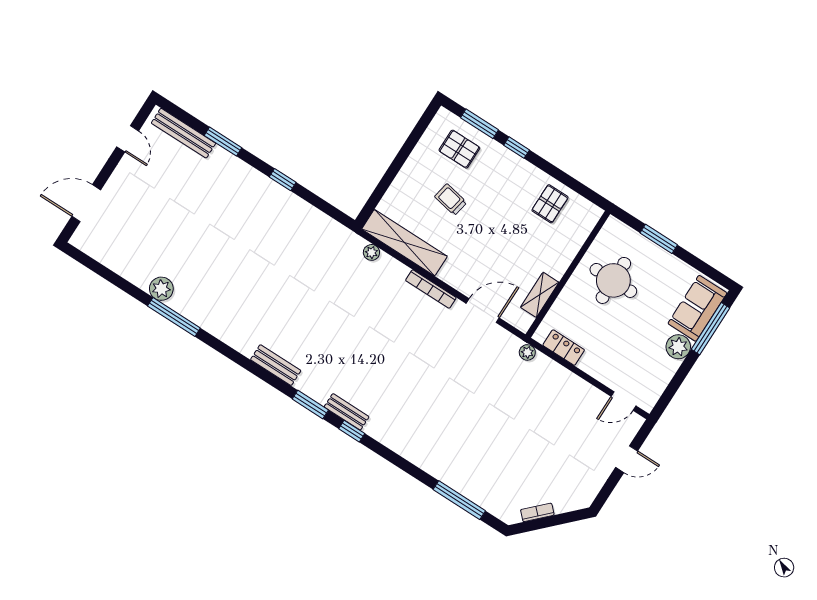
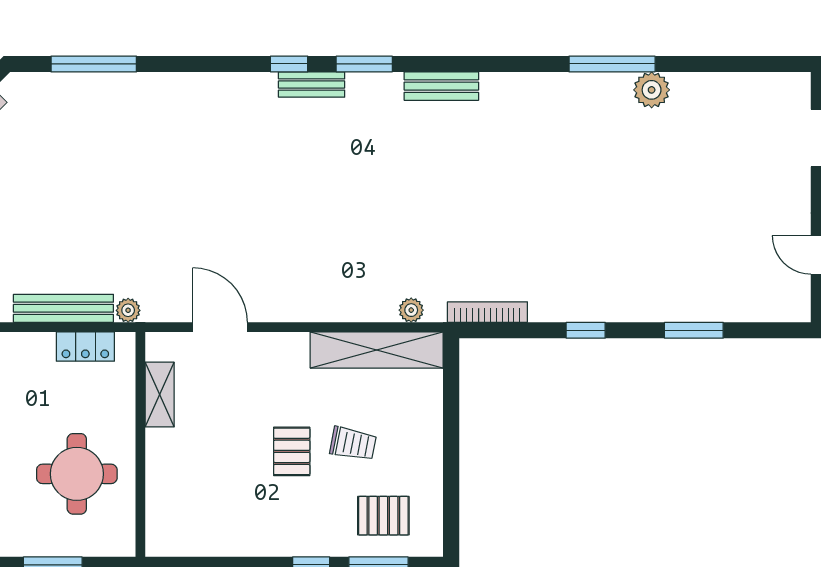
bench: (183, 133) -> (63, 308), moved
pallet: (550, 204) -> (292, 451), moved
bookcase: (431, 289) -> (487, 312), moved
door: (483, 311) -> (220, 327), swing flipped

